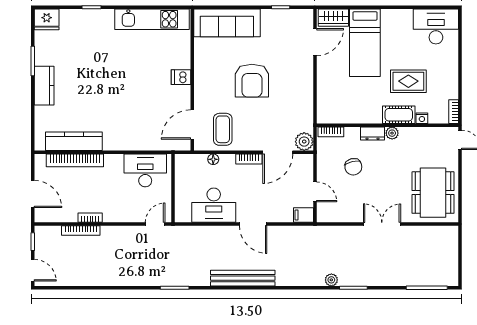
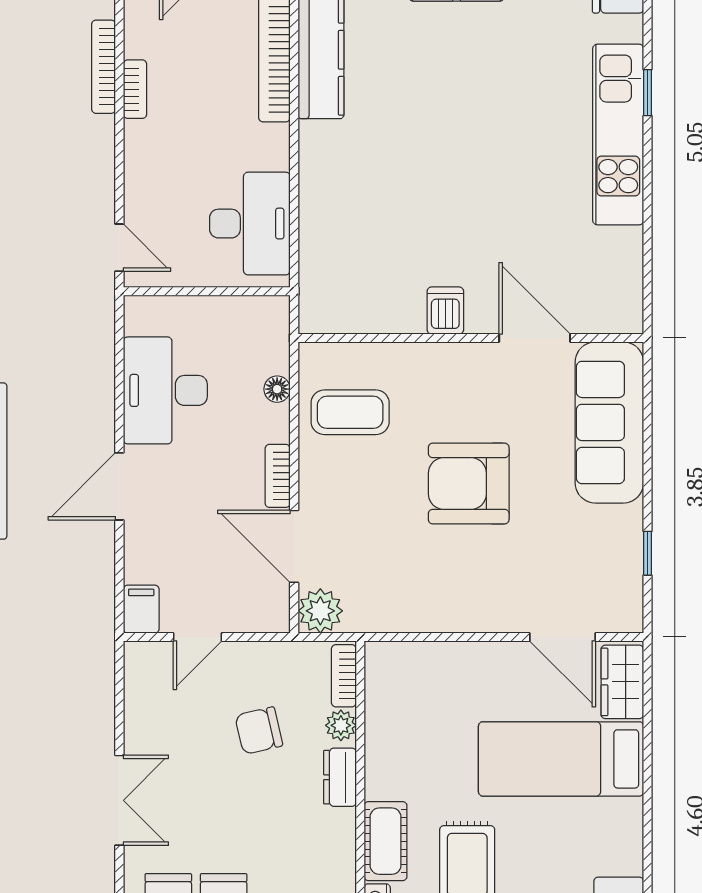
kitchen unit: (152, 19) -> (618, 135), moved
dishwasher: (181, 77) -> (445, 310), moved
door: (192, 125) -> (535, 338), moved
plant: (392, 133) -> (341, 725), moved

